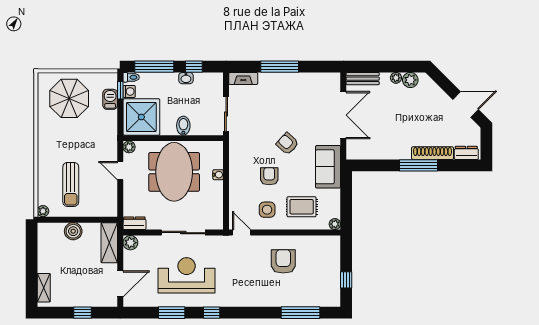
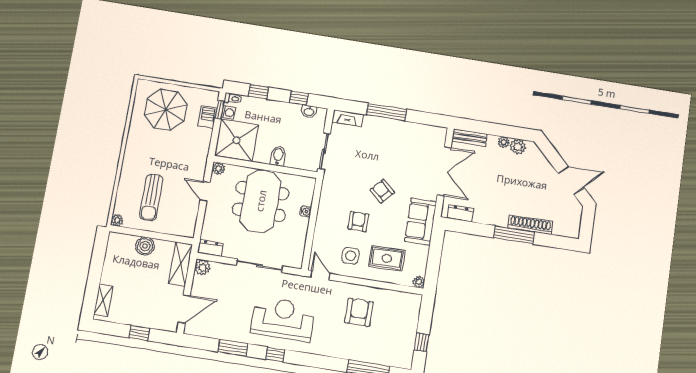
window: (154, 67) -> (258, 92), width x0.46
washbasin: (186, 78) -> (309, 111), moved
dresser: (466, 153) -> (460, 213), moved
reception desk: (187, 275) -> (283, 319), moved

